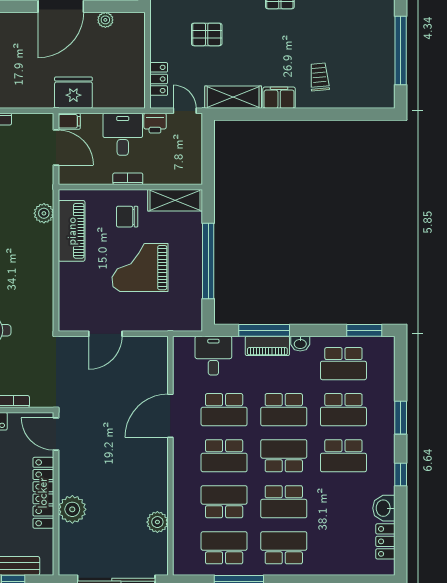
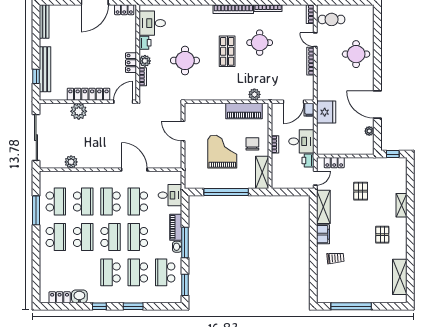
window: (264, 330) -> (185, 242), moved
school desk: (284, 502) -> (83, 237), turned 180

